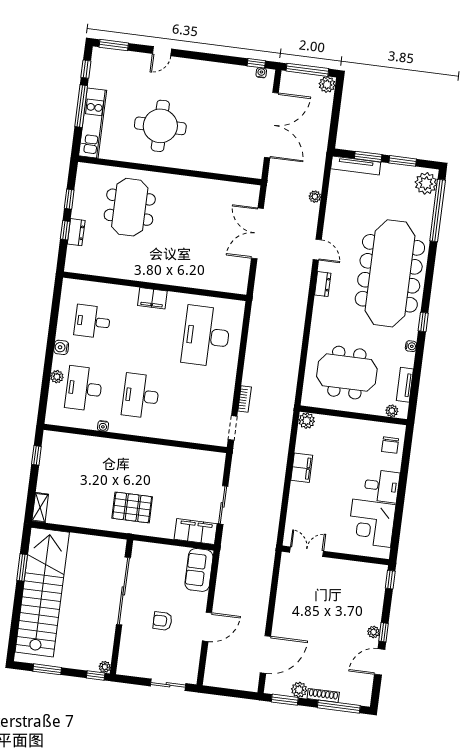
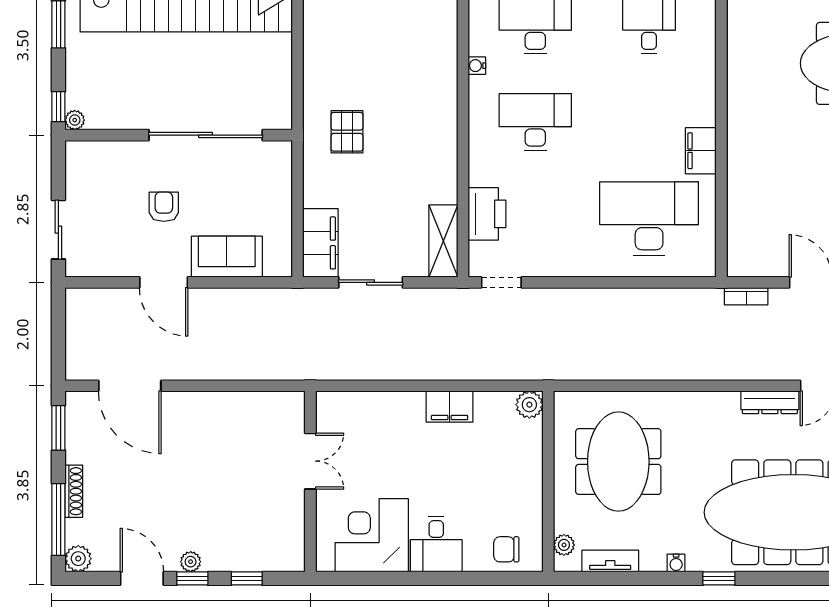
dresser: (323, 284) -> (770, 402), width x1.44
filing cabinet: (152, 298) -> (701, 151), moved
bookcase: (245, 399) -> (746, 296), moved
printer: (191, 431) -> (487, 214), added
shelving: (204, 459) -> (443, 241), added
pallet: (132, 507) -> (347, 132), width x0.67, depth x0.71
double door: (307, 552) -> (310, 461), moved
sofa: (199, 570) -> (227, 257), moved
window: (390, 580) -> (247, 578), moved
plant: (299, 690) -> (78, 559), moved

